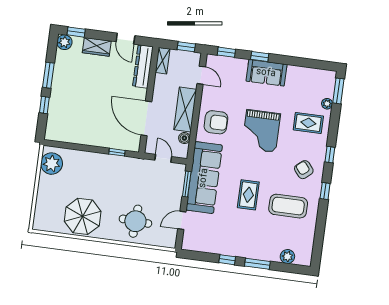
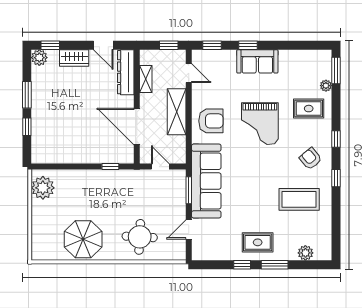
shelving: (163, 61) -> (146, 79), moved
boiler: (184, 138) -> (180, 142), removed
rug: (248, 195) -> (258, 242), moved, turned 90

